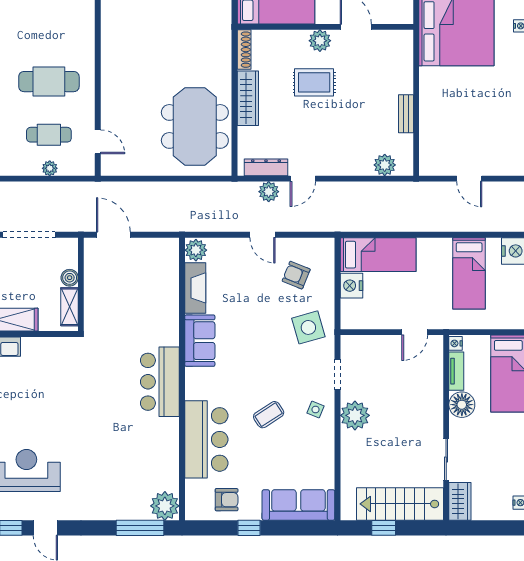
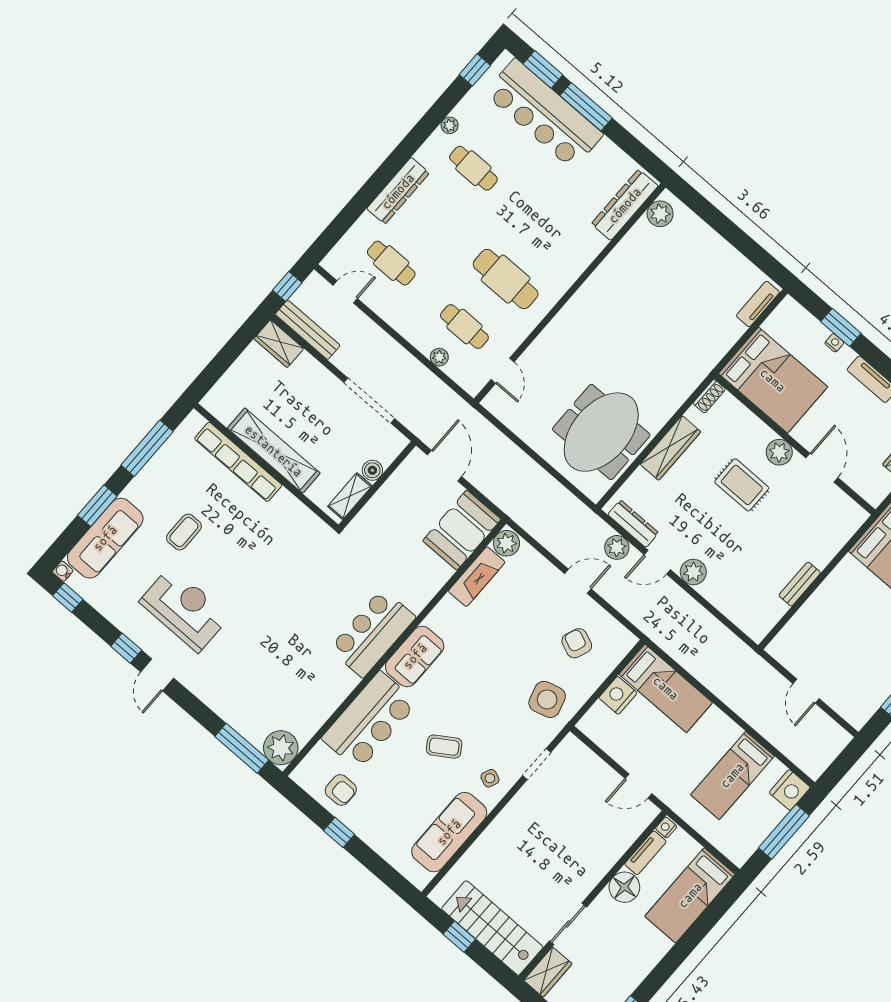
shoe rack: (244, 50) -> (709, 396), width x0.70
plant: (385, 165) -> (693, 572), moved
door: (263, 235) -> (578, 581), swing flipped
booth: (160, 266) -> (462, 530), added
sofa: (200, 341) -> (415, 656), moved
plant: (355, 415) -> (521, 814), removed
sofa: (298, 505) -> (449, 832), moved, turned -90

